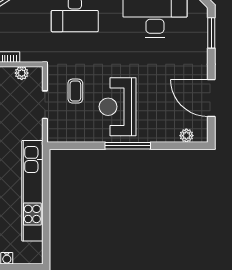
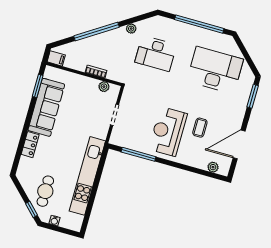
coffee table: (75, 91) -> (200, 128), moved
door: (211, 98) -> (239, 144), hinge flipped
window: (128, 146) -> (139, 154), moved

